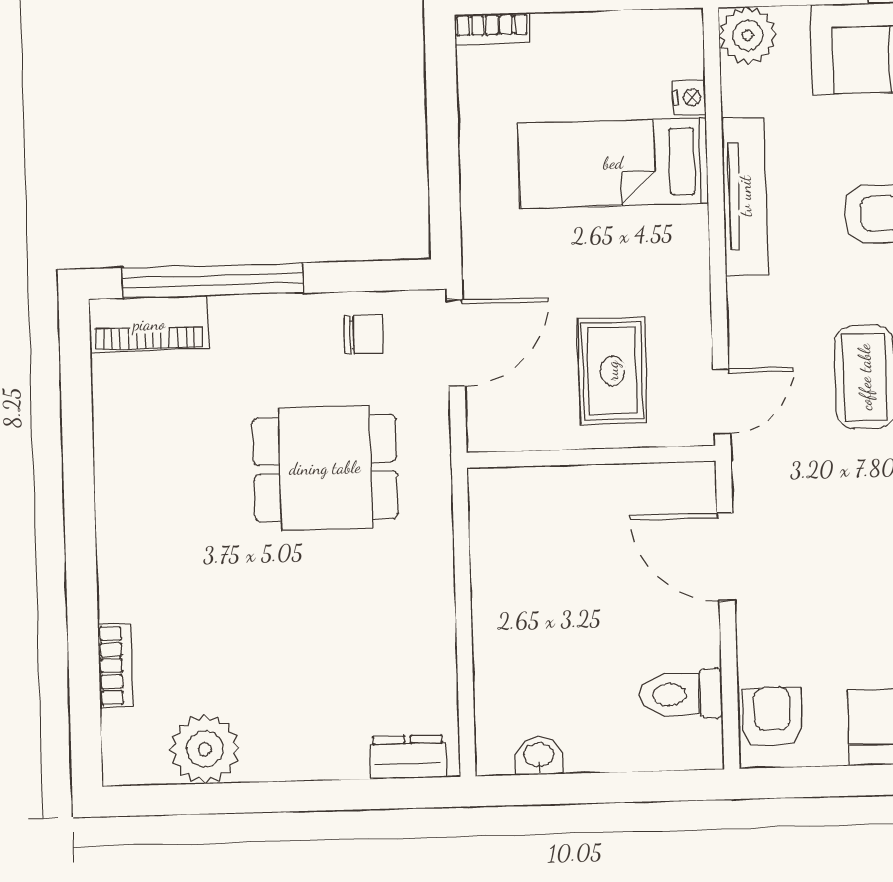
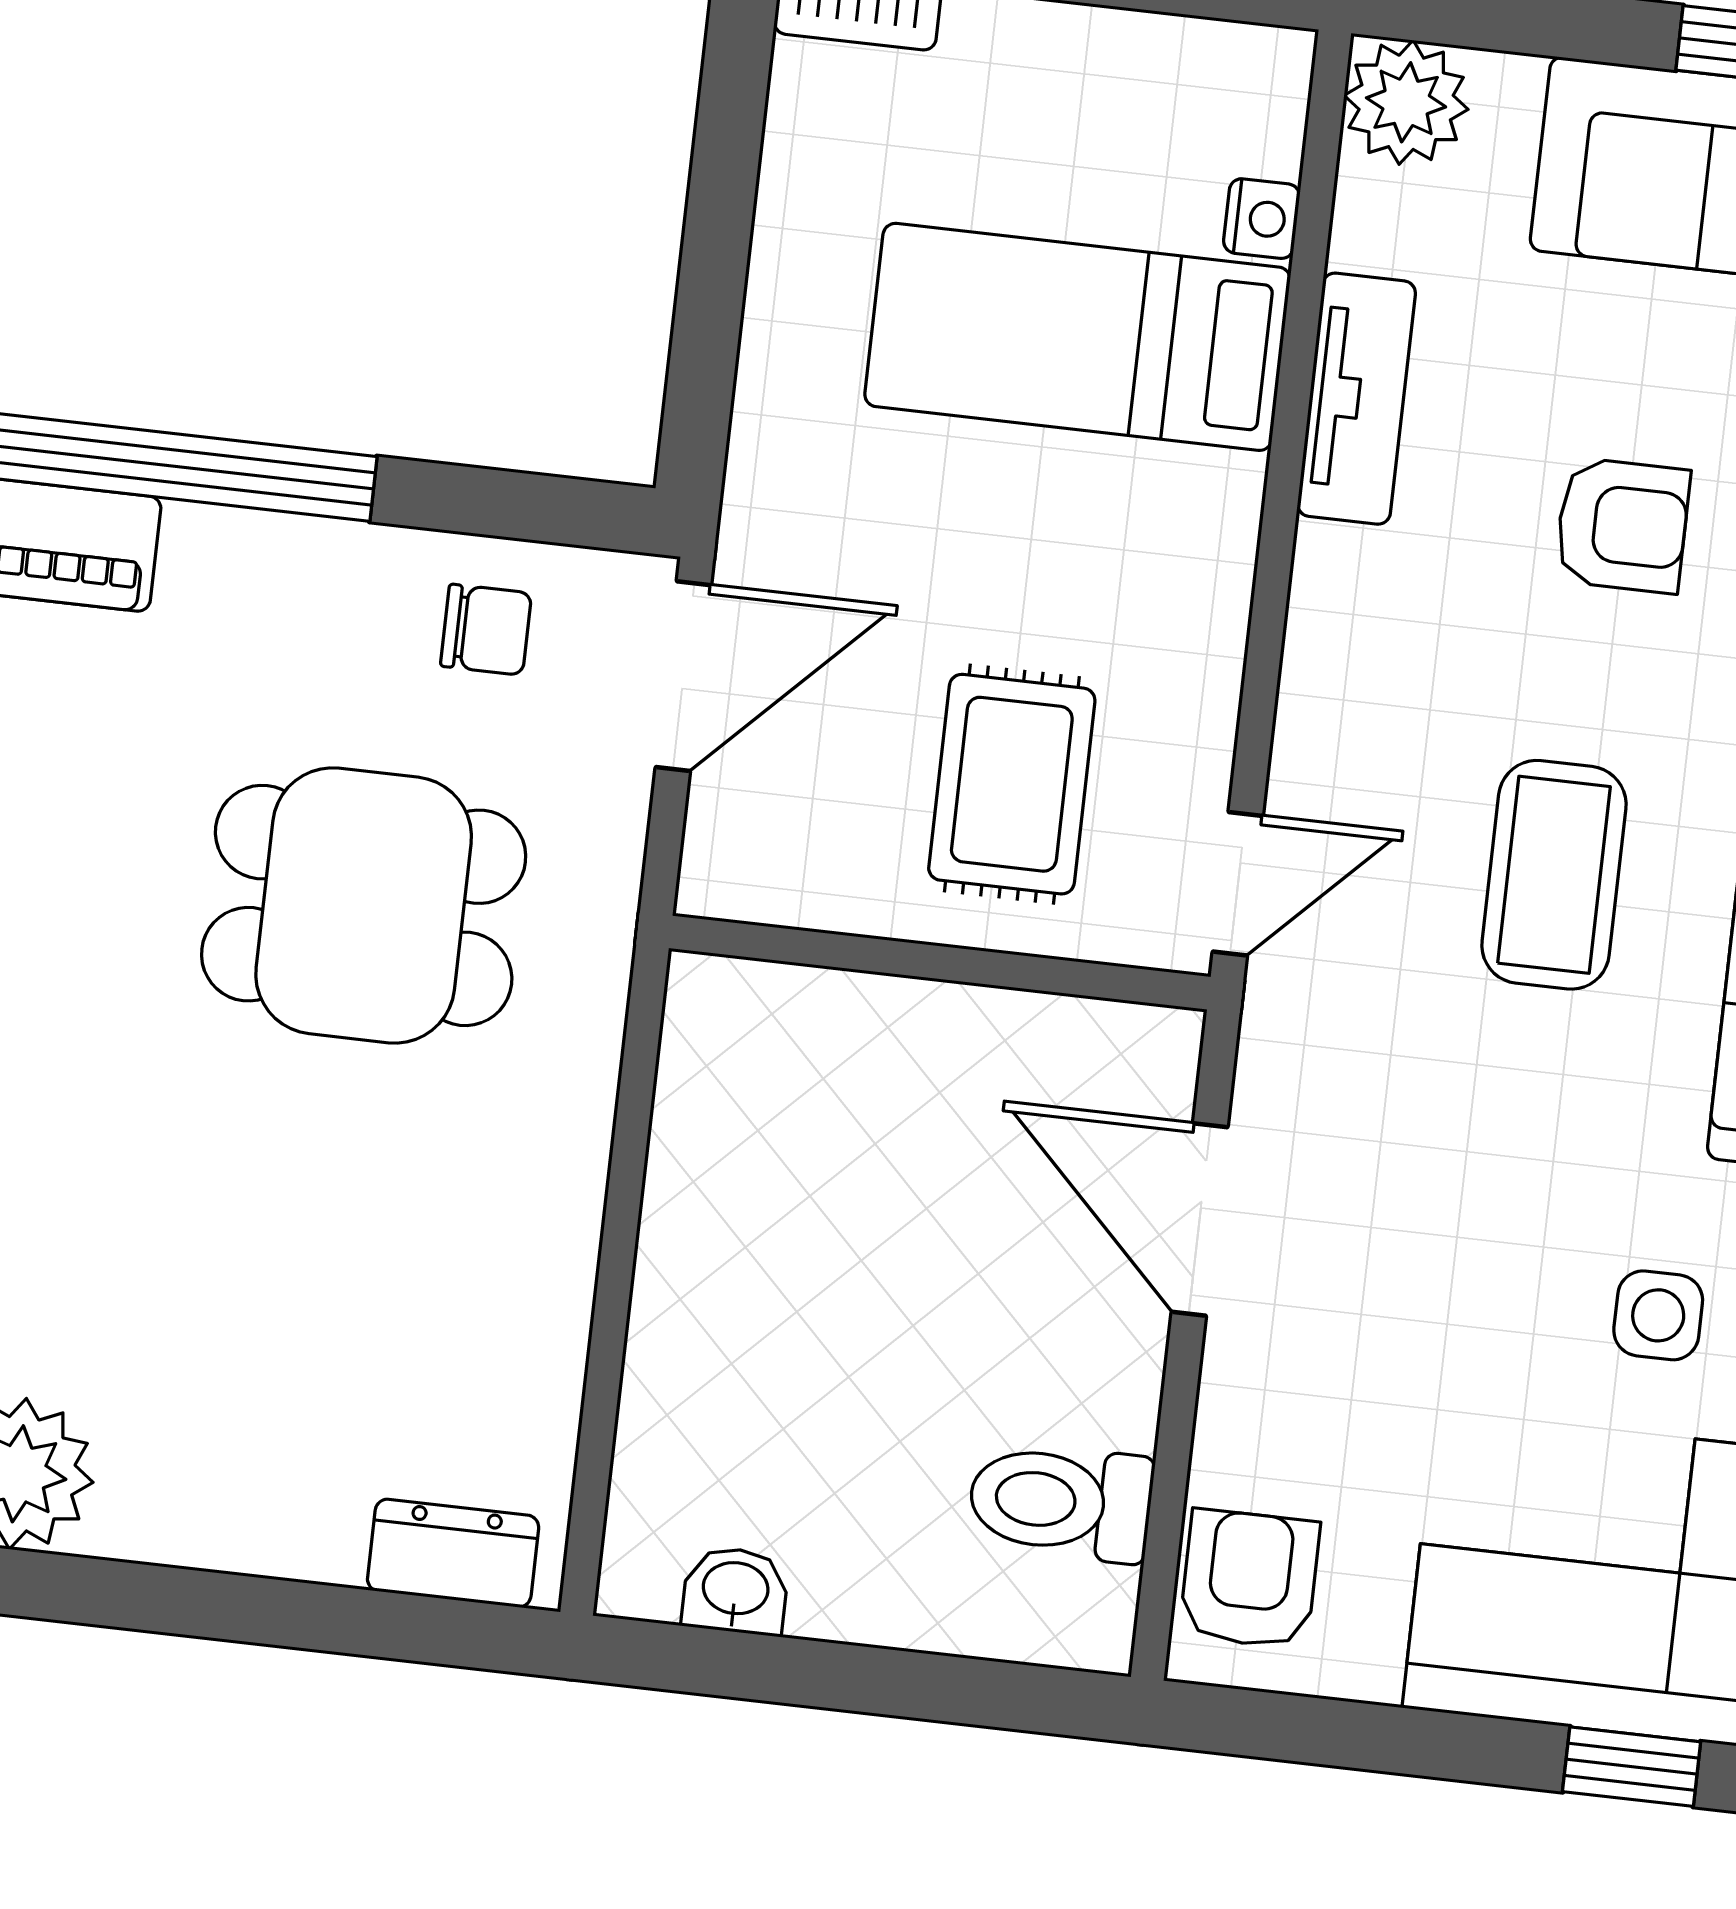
tv unit: (745, 196) -> (1356, 399), width x0.71

